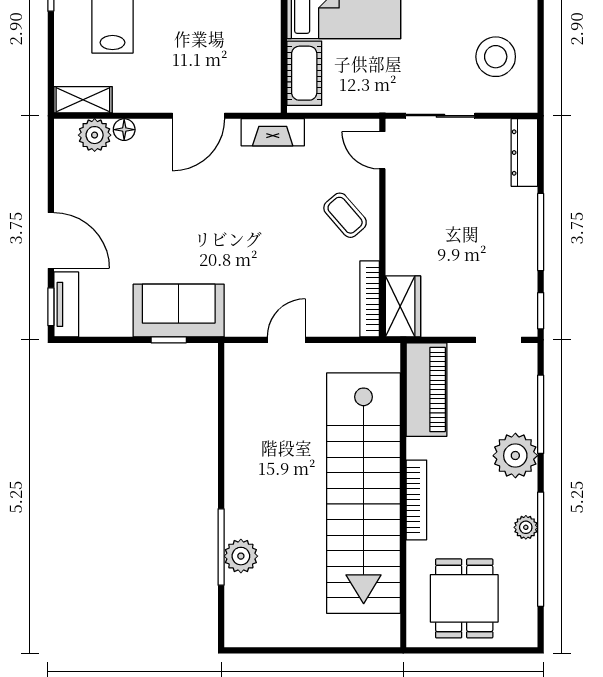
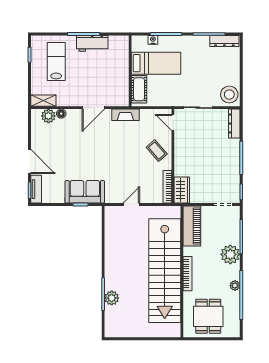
stool: (496, 57) -> (229, 94), moved

